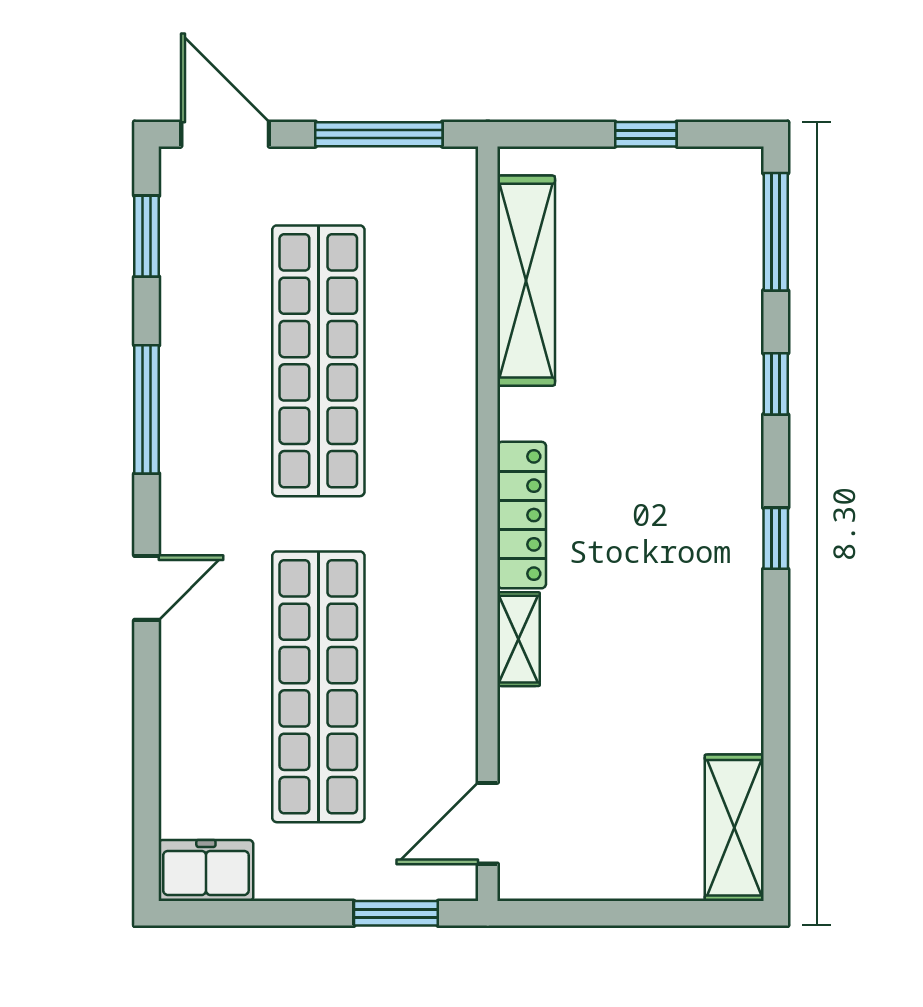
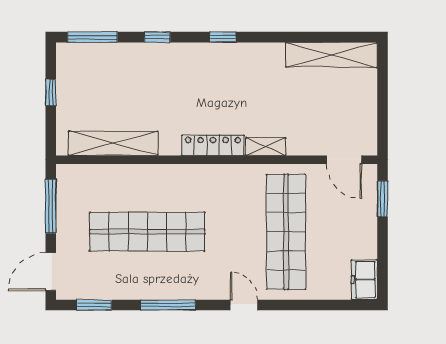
shop shelf: (318, 687) -> (286, 232), turned 90
shelving: (734, 828) -> (331, 55), width x1.47

